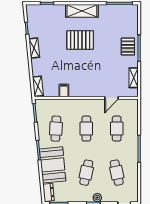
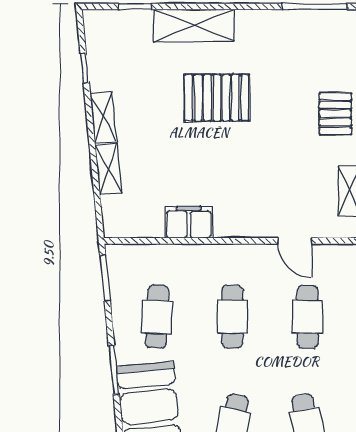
shelving: (82, 11) -> (194, 25), moved
shelving: (38, 86) -> (108, 169), moved
filing cabinet: (64, 90) -> (189, 222), width x2.00
door: (112, 98) -> (295, 241), hinge flipped

